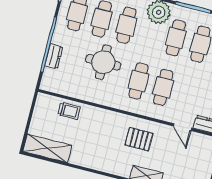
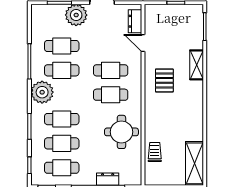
round table: (103, 62) -> (121, 132), moved
door: (182, 127) -> (143, 43), swing flipped

